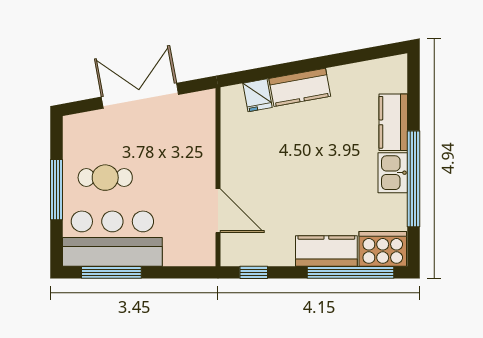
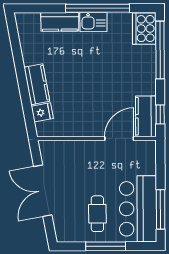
kitchen counter: (326, 251) -> (146, 116), moved

